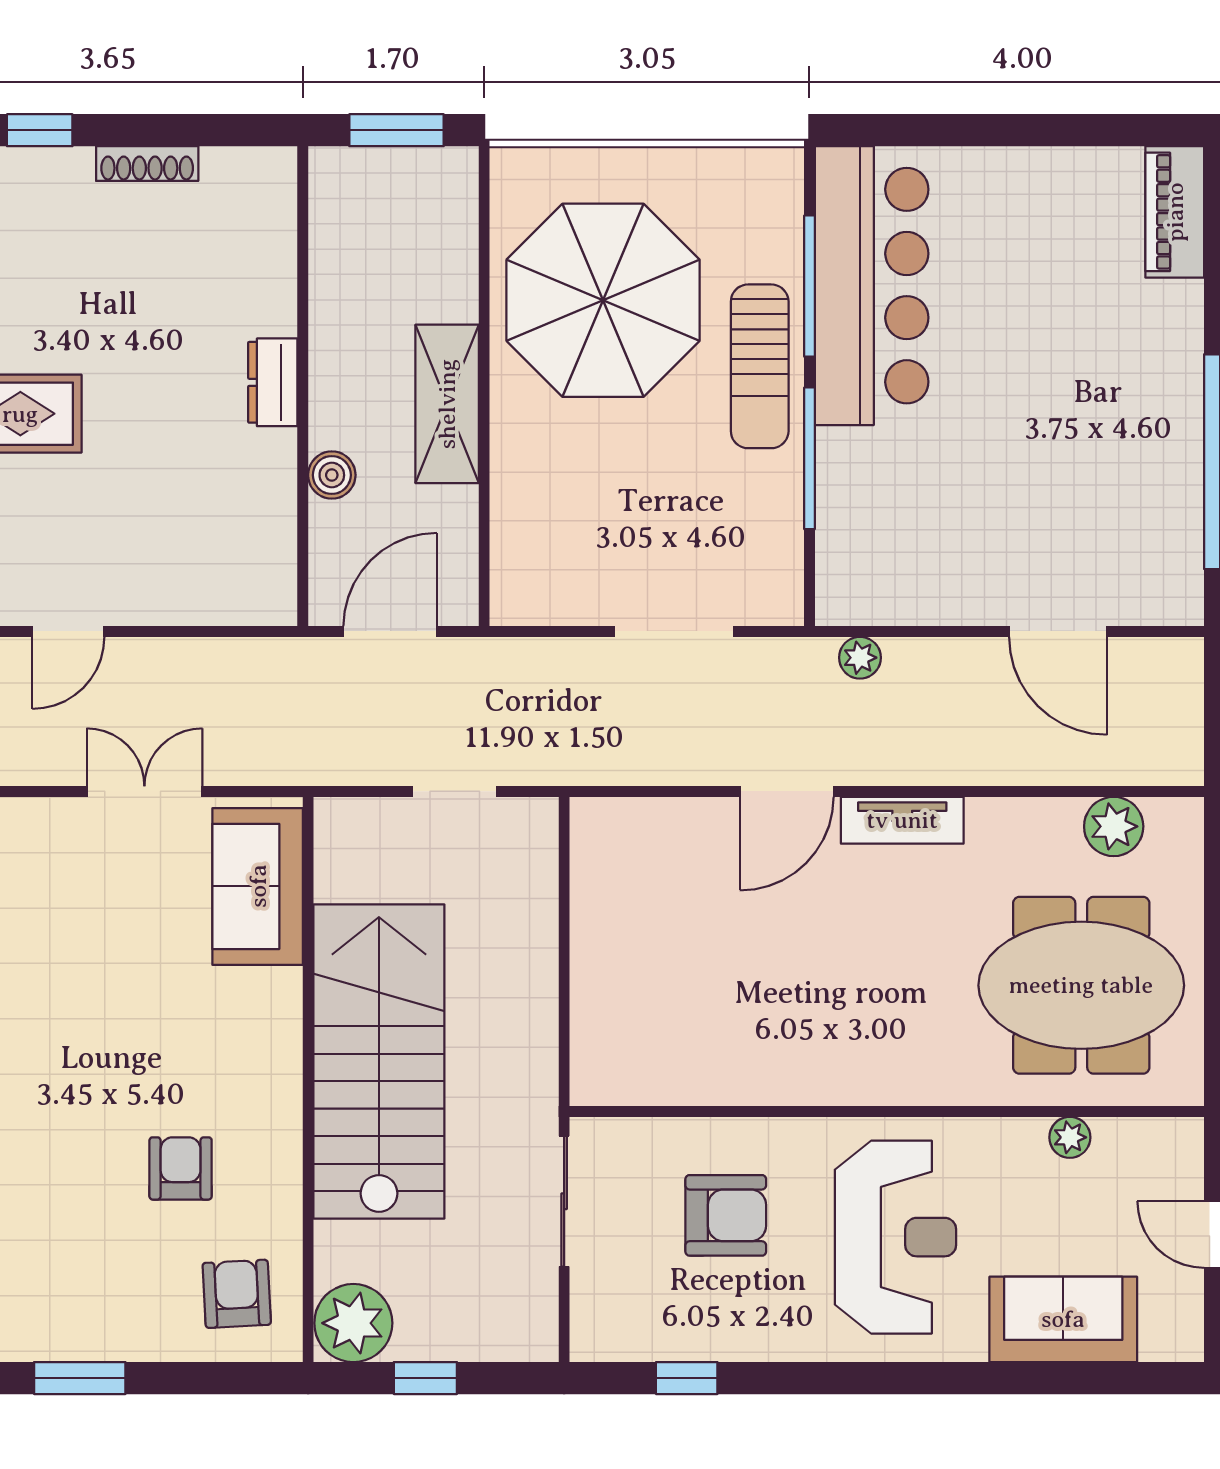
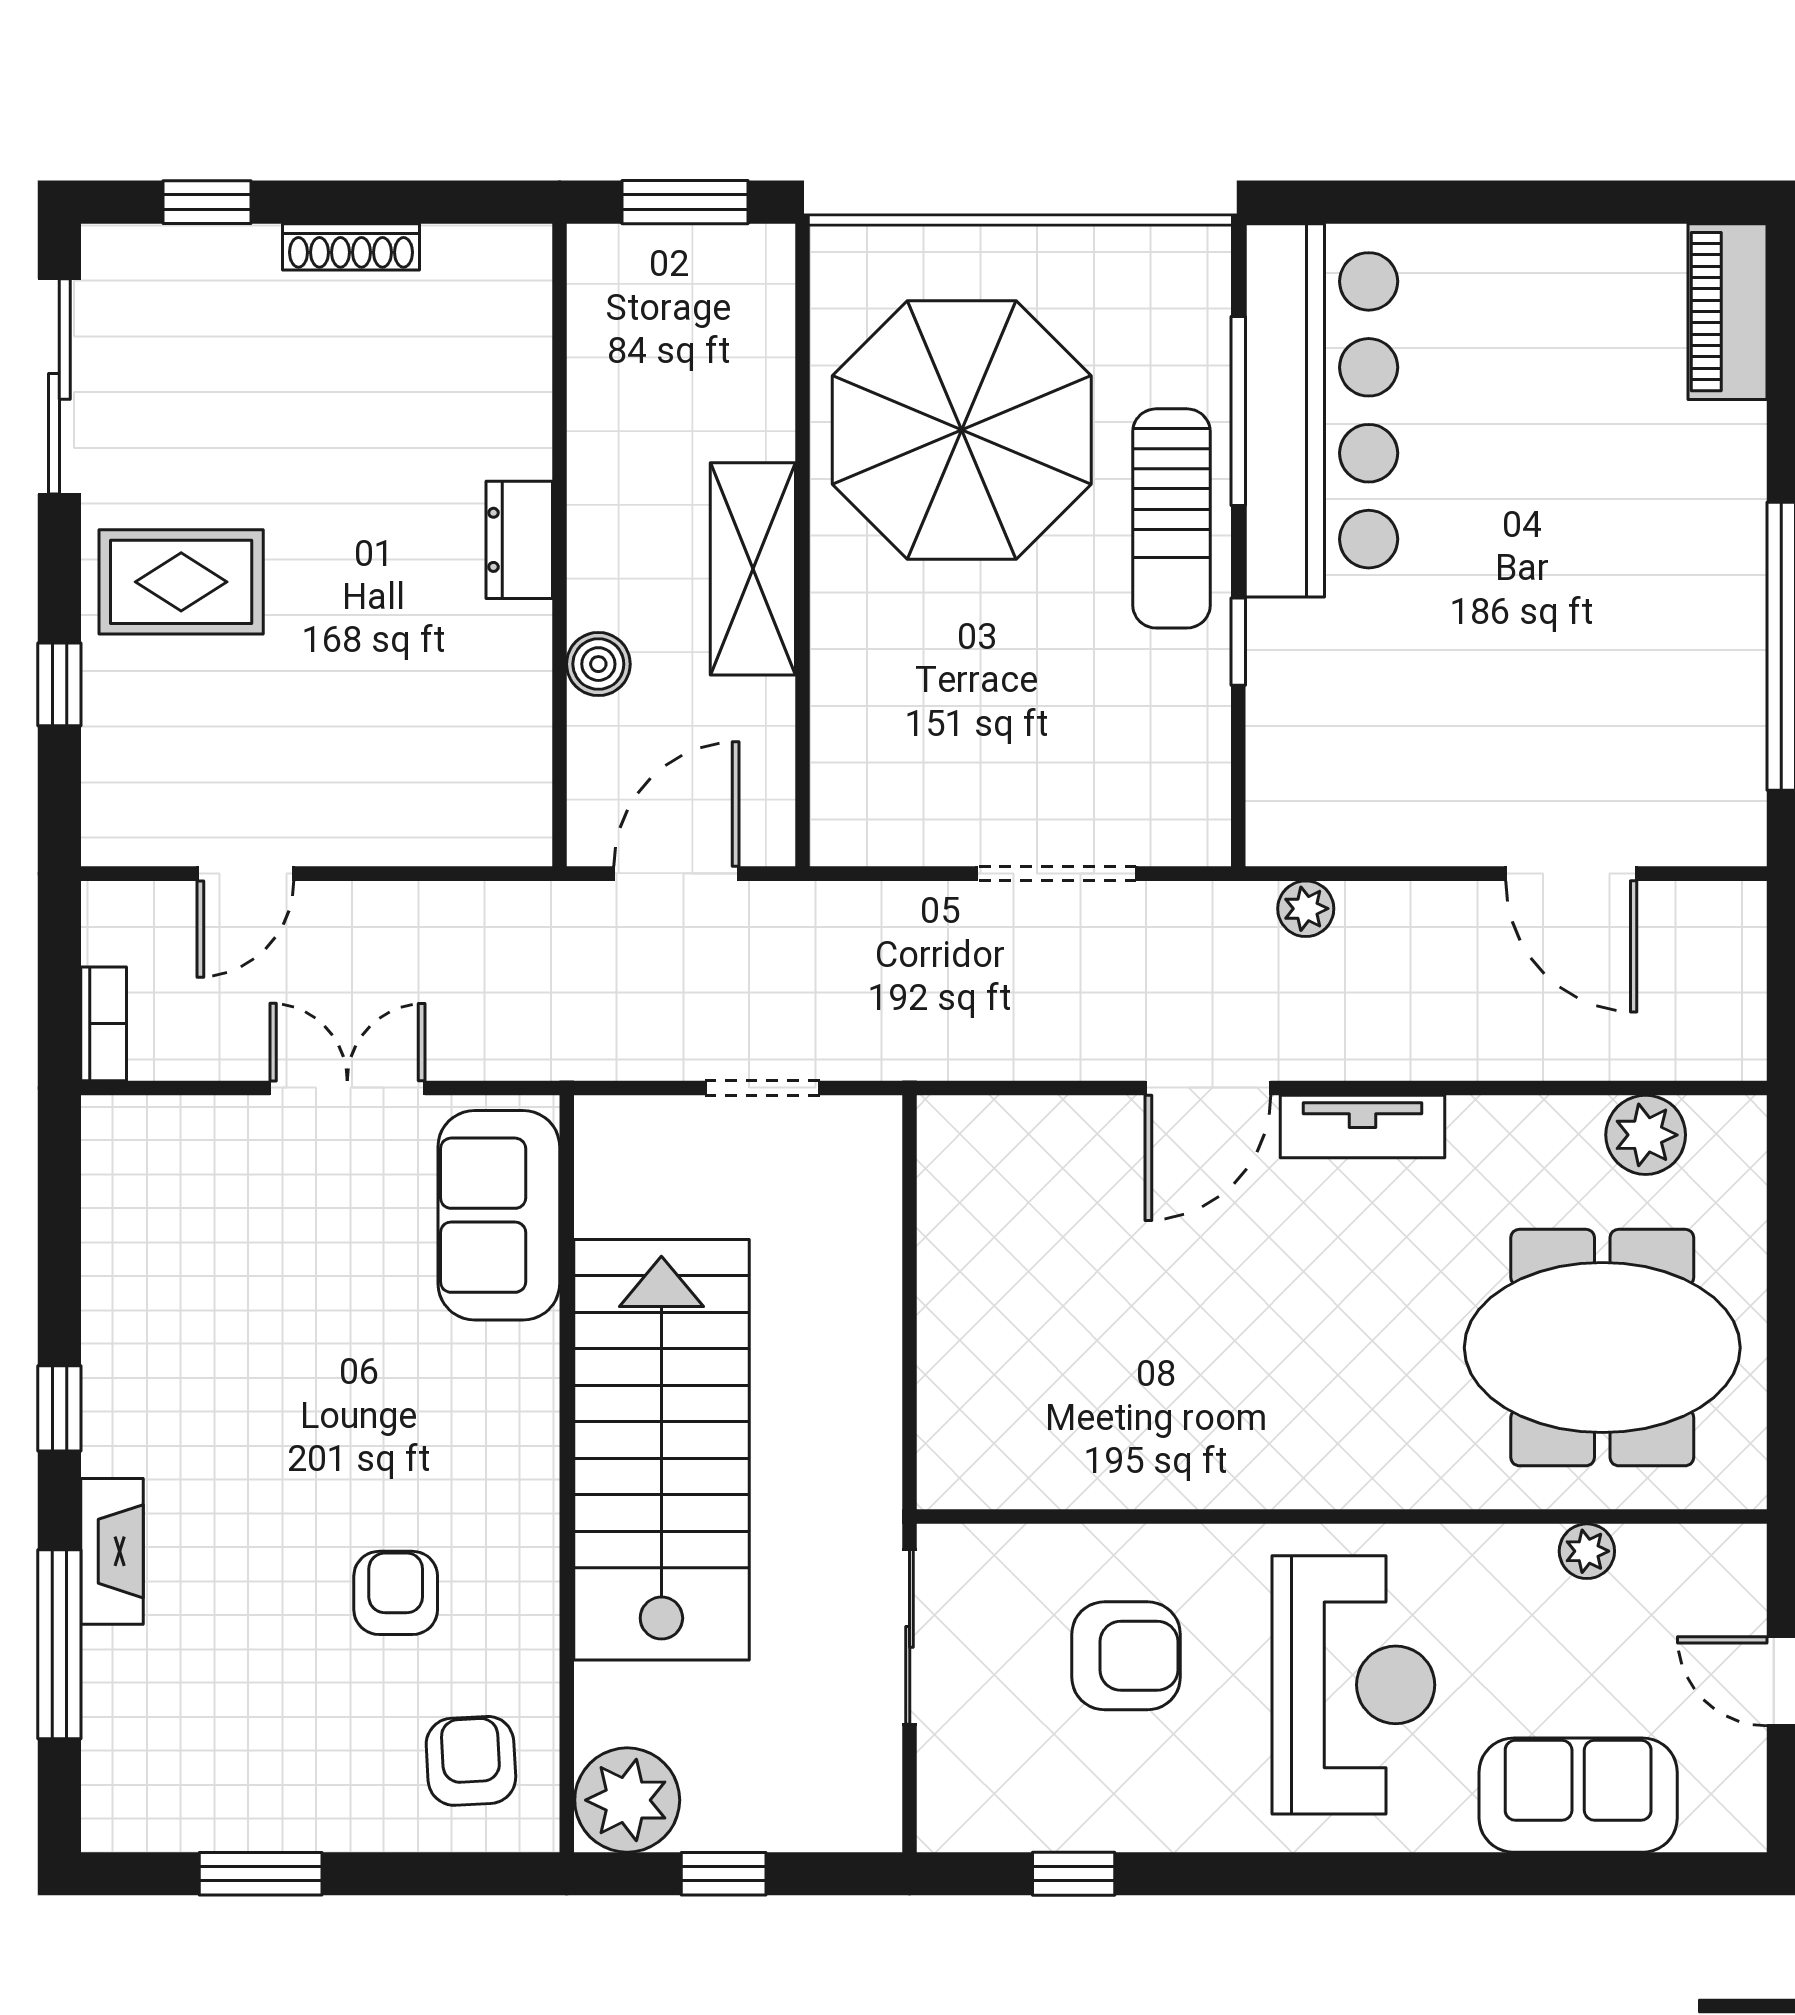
window: (809, 458) -> (1238, 642), width x0.46

